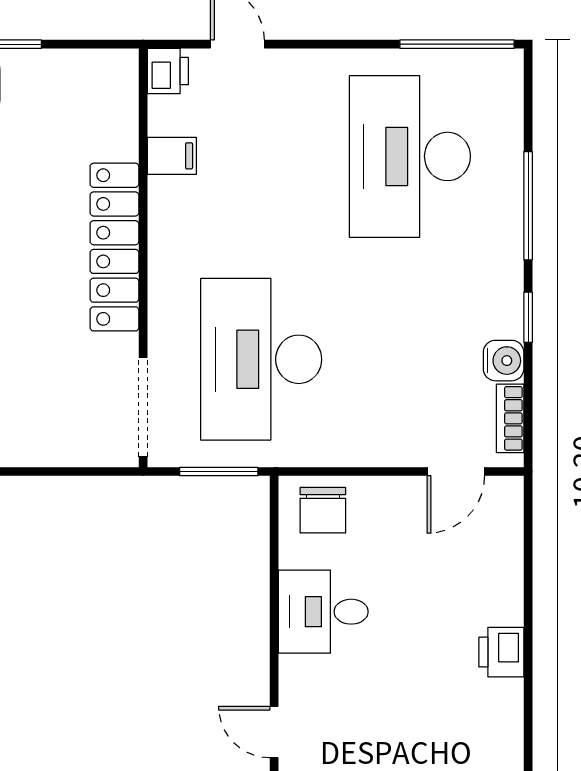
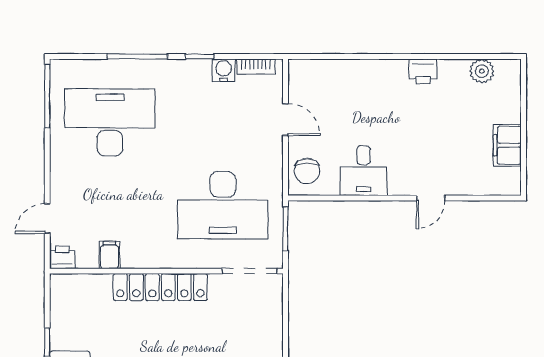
desk: (410, 156) -> (110, 122), turned 180
door: (456, 472) -> (285, 120), moved
chair: (323, 510) -> (307, 171), turned 90
printer: (501, 652) -> (423, 71), moved

